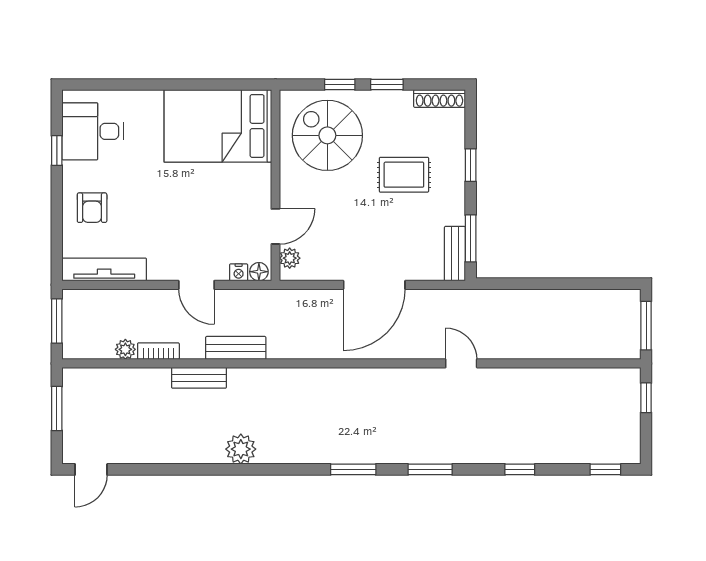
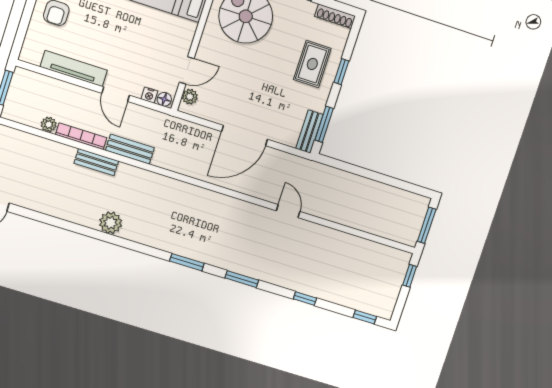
rug: (404, 175) -> (312, 64), moved, turned 90
tv unit: (104, 269) -> (74, 68), moved
bookcase: (158, 351) -> (81, 136), width x1.56

